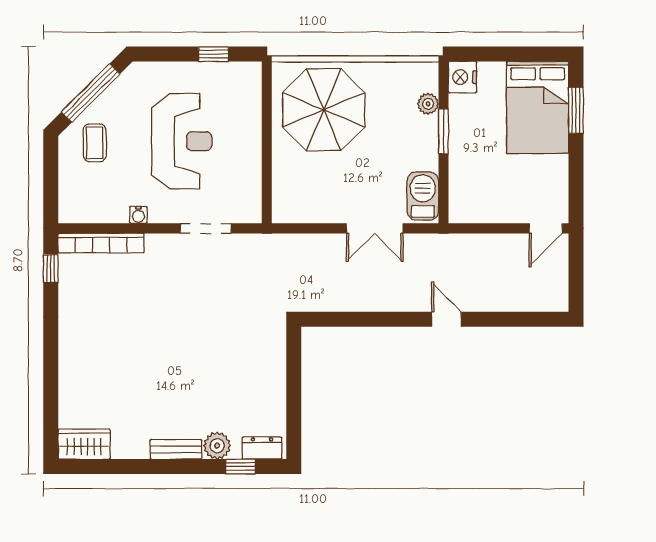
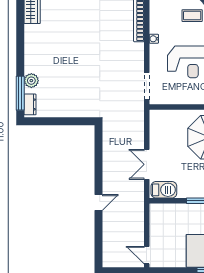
doorway: (206, 228) -> (147, 86), moved
bench: (176, 449) -> (29, 59), removed
window: (241, 467) -> (20, 93), width x2.17

